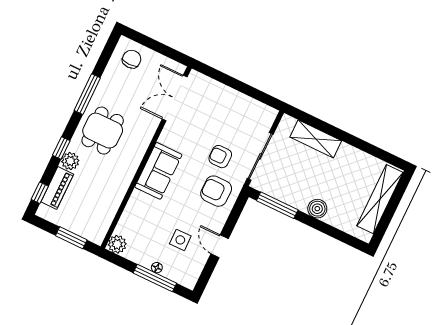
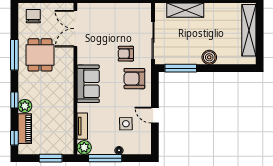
dining table: (103, 131) -> (40, 55), moved
tv unit: (127, 218) -> (82, 126), added
window: (155, 278) -> (105, 158), moved

